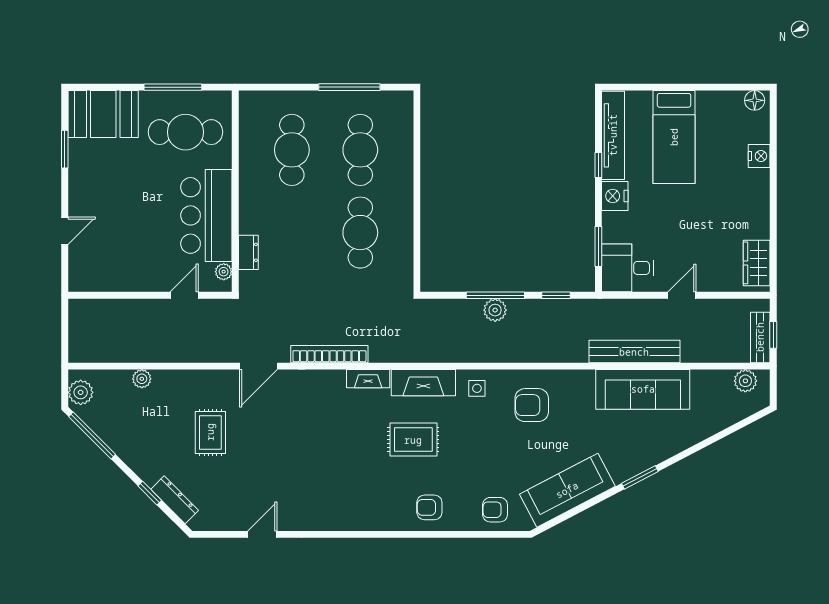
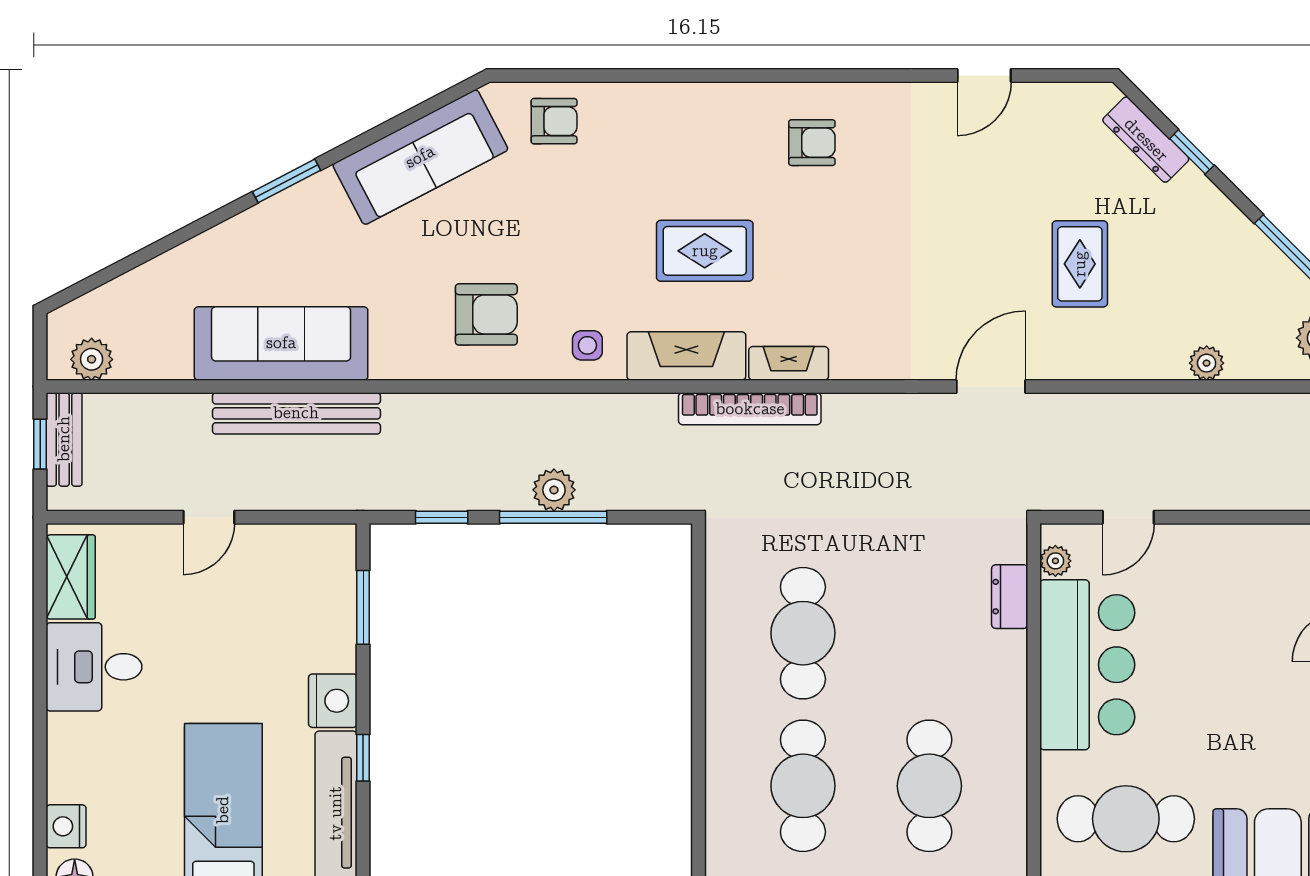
nightstand: (759, 156) -> (66, 826), moved
desk: (628, 268) -> (94, 667), moved, turned 180
bookcase: (329, 354) -> (750, 409), moved
armchair: (429, 507) -> (812, 143), moved

